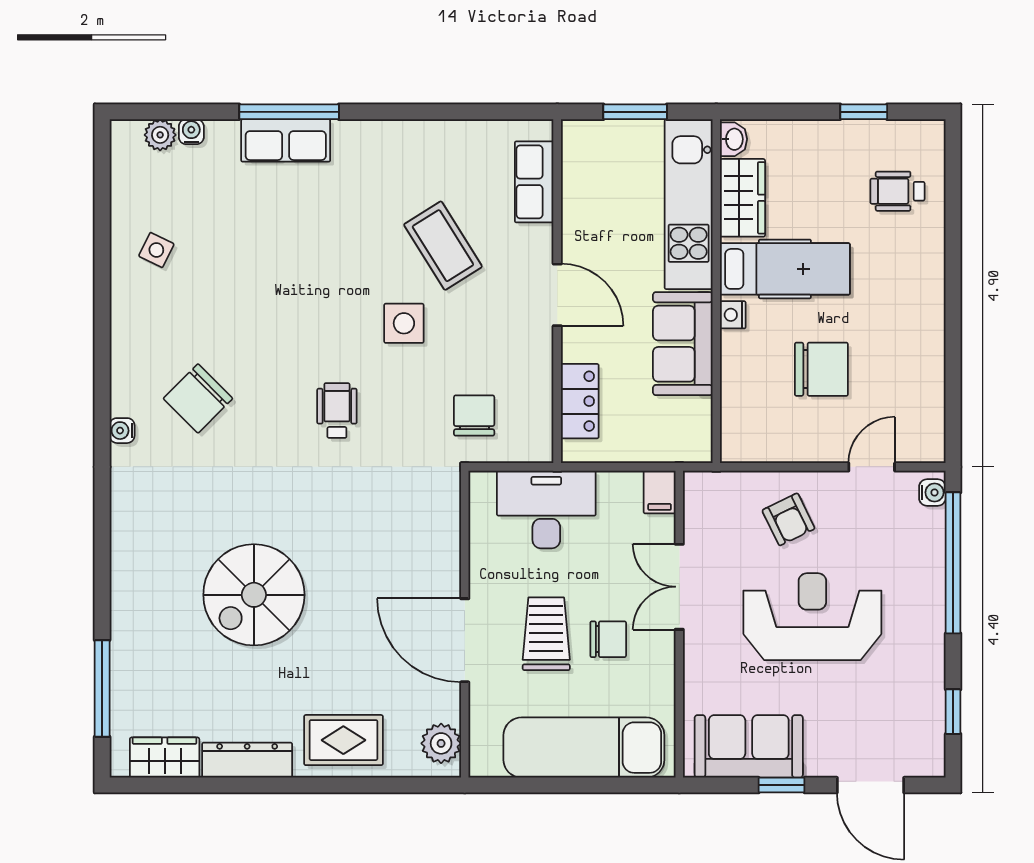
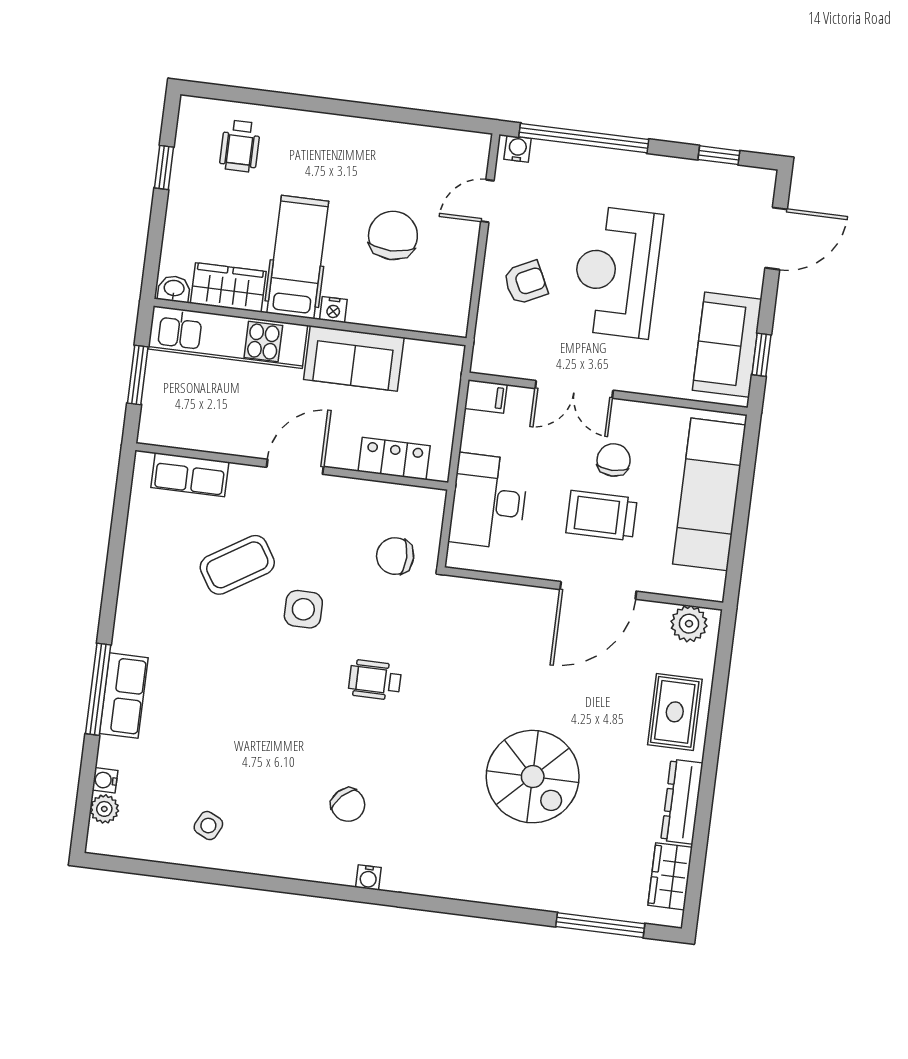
chair: (198, 398) -> (348, 805), width x0.73, depth x0.73
door: (872, 467) -> (487, 201), hinge flipped
window: (782, 785) -> (761, 355), moved

